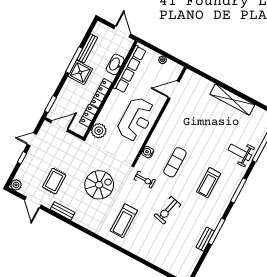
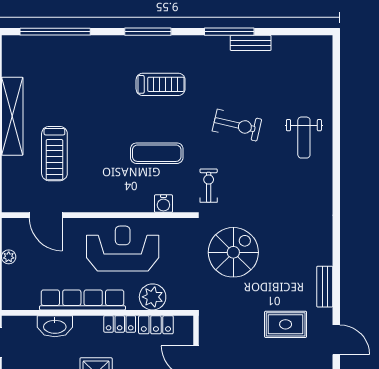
row of seats: (130, 69) -> (82, 300), moved
locker: (101, 93) -> (120, 324), width x0.66
plant: (99, 131) -> (153, 297), moved
weight bench: (240, 152) -> (304, 138), moved
spiral stairs: (99, 185) -> (233, 252), moved, turned 90
door: (33, 202) -> (336, 340), hinge flipped
treadmill: (124, 221) -> (54, 154), moved, turned 90

